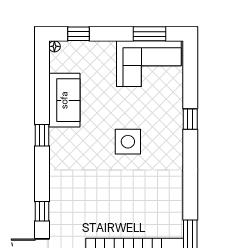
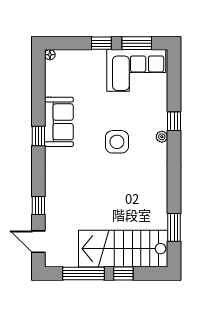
window: (78, 34) -> (101, 43), moved
sofa: (64, 100) -> (59, 122), moved
plant: (177, 136) -> (162, 137), added

